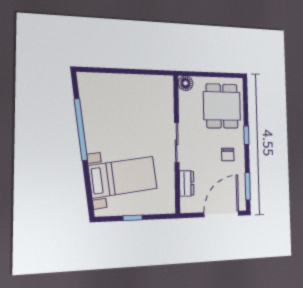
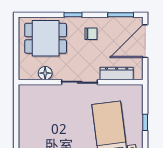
floor lamp: (185, 83) -> (45, 73), moved
dresser: (187, 183) -> (117, 74), width x1.44
door: (221, 214) -> (145, 41), hinge flipped

